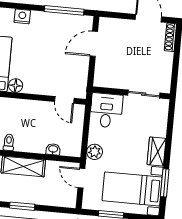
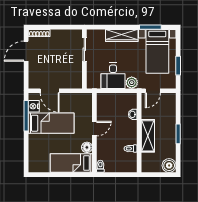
nightstand: (22, 16) -> (34, 106), moved
bed: (51, 42) -> (51, 123), added
door: (64, 100) -> (94, 129), moved
desk: (106, 110) -> (113, 76), moved, turned -90
wardrobe: (157, 152) -> (122, 35), width x1.50

